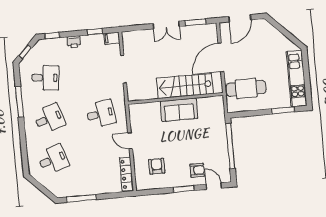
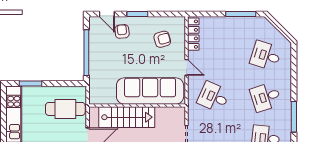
sofa: (179, 110) -> (150, 91), width x1.85, depth x1.27
desk: (101, 114) -> (214, 97), turned 33
desk: (53, 160) -> (266, 56), turned 36
armchair: (157, 166) -> (162, 39), turned -106
armchair: (197, 170) -> (122, 31), turned 84

